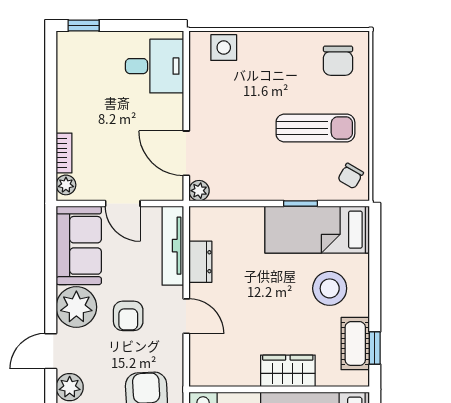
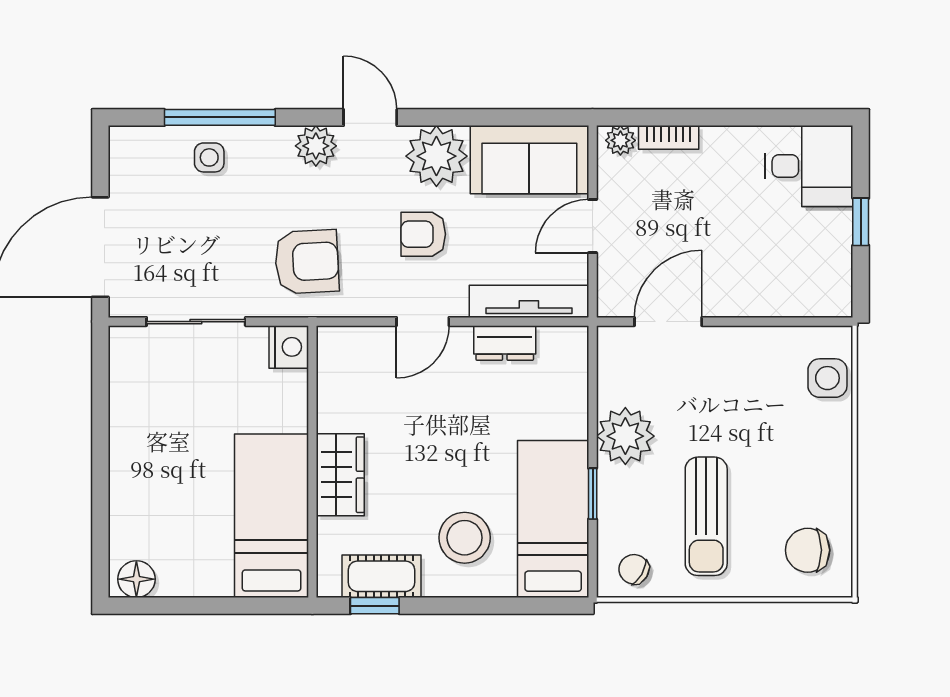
window: (84, 25) -> (861, 222), moved
desk: (154, 66) -> (809, 166), moved, turned -90
plant: (199, 191) -> (625, 436), moved, width x1.88, depth x1.88

